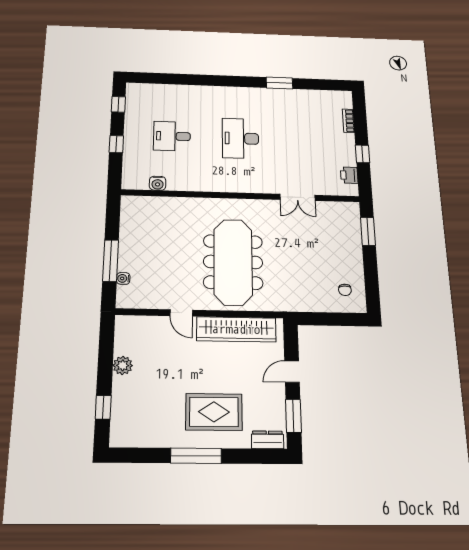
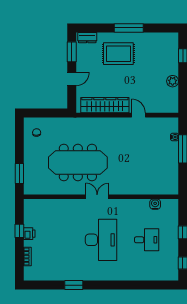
desk: (240, 138) -> (101, 240), width x1.36, depth x1.30
printer: (349, 175) -> (29, 234), moved
double door: (298, 197) -> (97, 197), moved
meeting table: (233, 262) -> (78, 163), moved, turned 90

